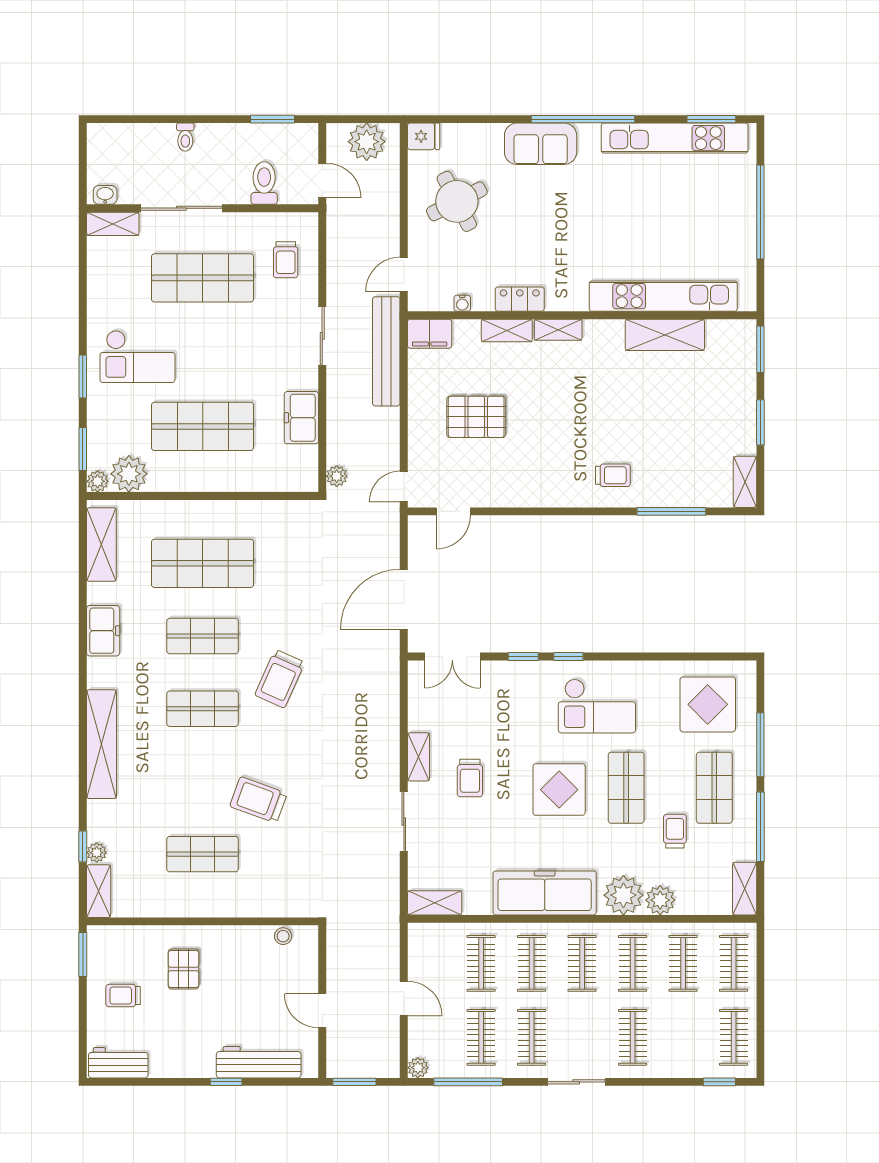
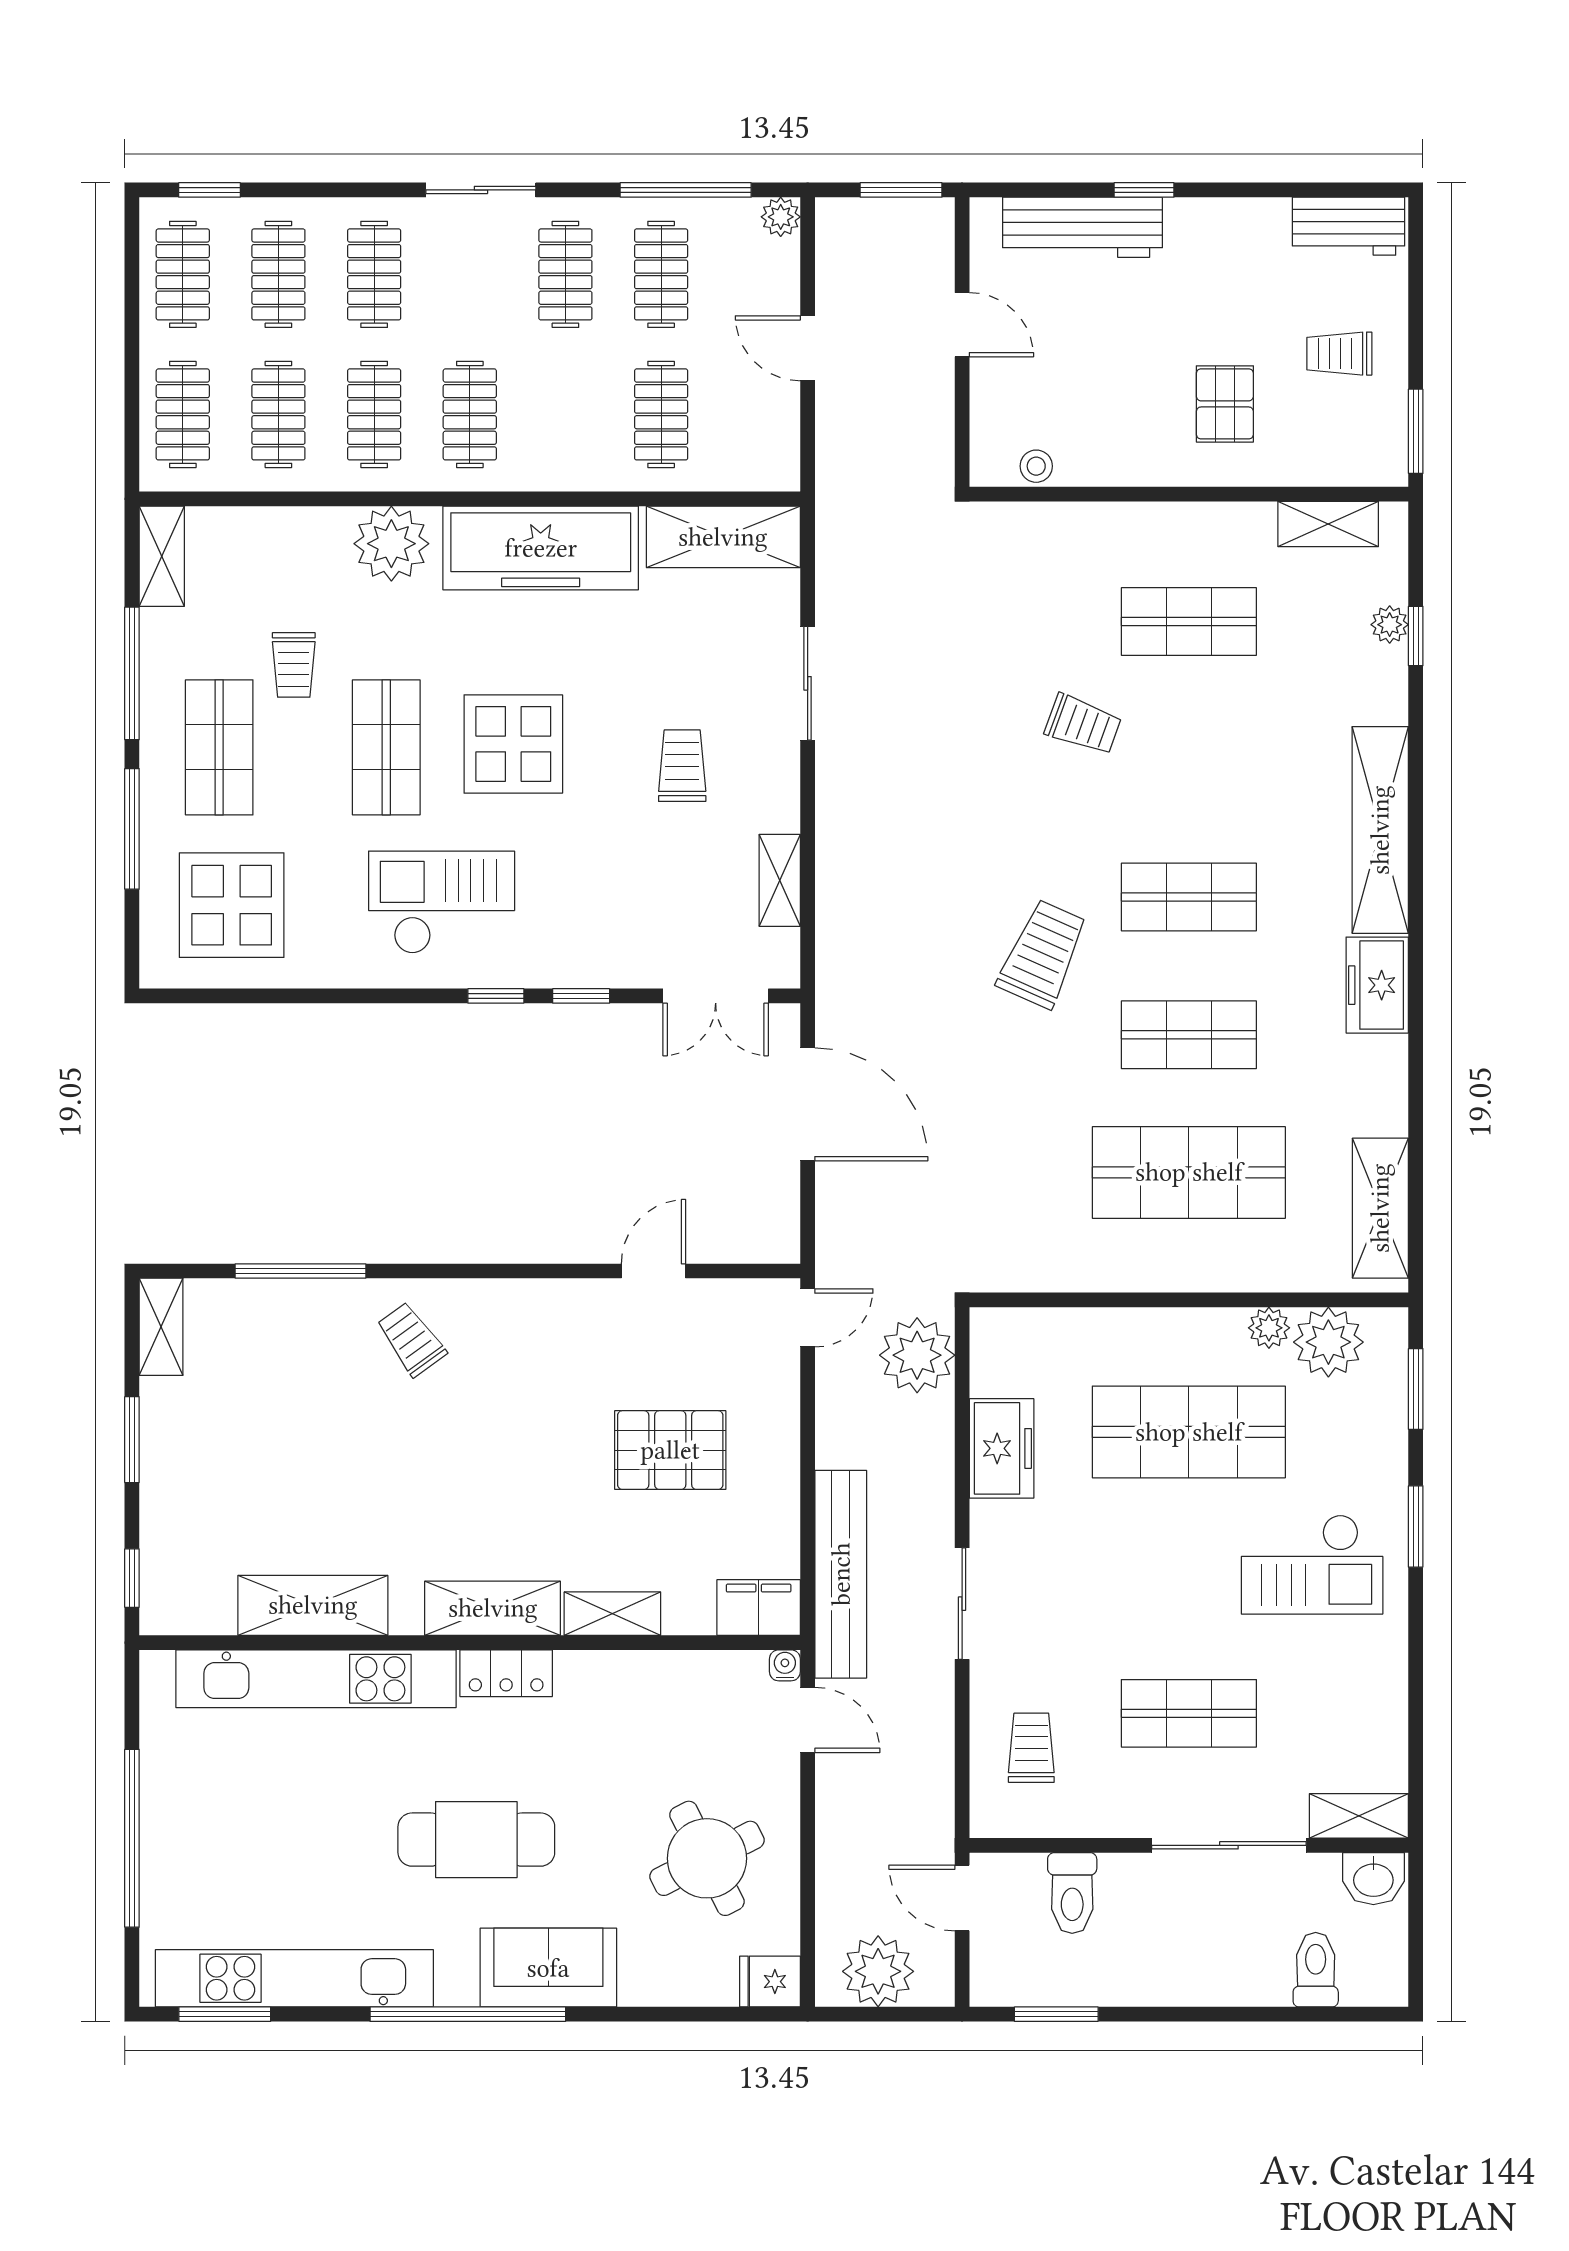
toilet: (185, 137) -> (1316, 1970), moved, width x1.37, depth x1.39
washbasin: (105, 195) -> (1373, 1879), width x1.38, depth x1.45
cafe table: (579, 211) -> (476, 1840), added
door: (404, 274) -> (808, 1720), hinge flipped
shop shelf: (203, 278) -> (1189, 1713), width x0.70, depth x0.74
locker: (520, 299) -> (506, 1673), moved
water cooler: (462, 303) -> (785, 1665), moved
shelving: (558, 330) -> (493, 1608), width x1.50, depth x1.33
window: (760, 349) -> (132, 1578), width x0.67
checkout: (137, 356) -> (1312, 1564), turned 180
trolley: (613, 475) -> (411, 1339), turned 54
plant: (337, 476) -> (917, 1355), width x1.87, depth x1.87
plant: (98, 481) -> (1269, 1328), moved
door: (453, 511) -> (653, 1271), moved
door: (404, 599) -> (808, 1104), hinge flipped
freezer: (103, 631) -> (1377, 985), moved
double door: (452, 657) -> (716, 996), swing flipped
shelving: (418, 757) -> (780, 880), moved
trolley: (258, 800) -> (1083, 724), width x0.73, depth x0.72
shelving: (99, 891) -> (1328, 524), moved, turned 90
plant: (660, 900) -> (322, 534), removed
shelving: (435, 903) -> (723, 537), width x1.50, depth x1.33
clothes rail: (532, 963) -> (278, 274), moved
trolley: (123, 996) -> (1339, 354), turned 180

